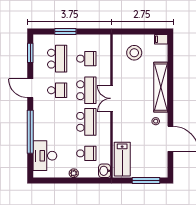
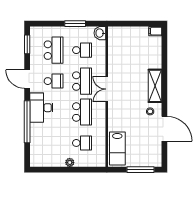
window: (65, 32) -> (75, 24), moved
stool: (134, 53) -> (129, 44), removed
shelving: (161, 87) -> (155, 86), width x0.68
desk: (45, 156) -> (41, 108), moved
washbasin: (105, 171) -> (100, 33), moved

